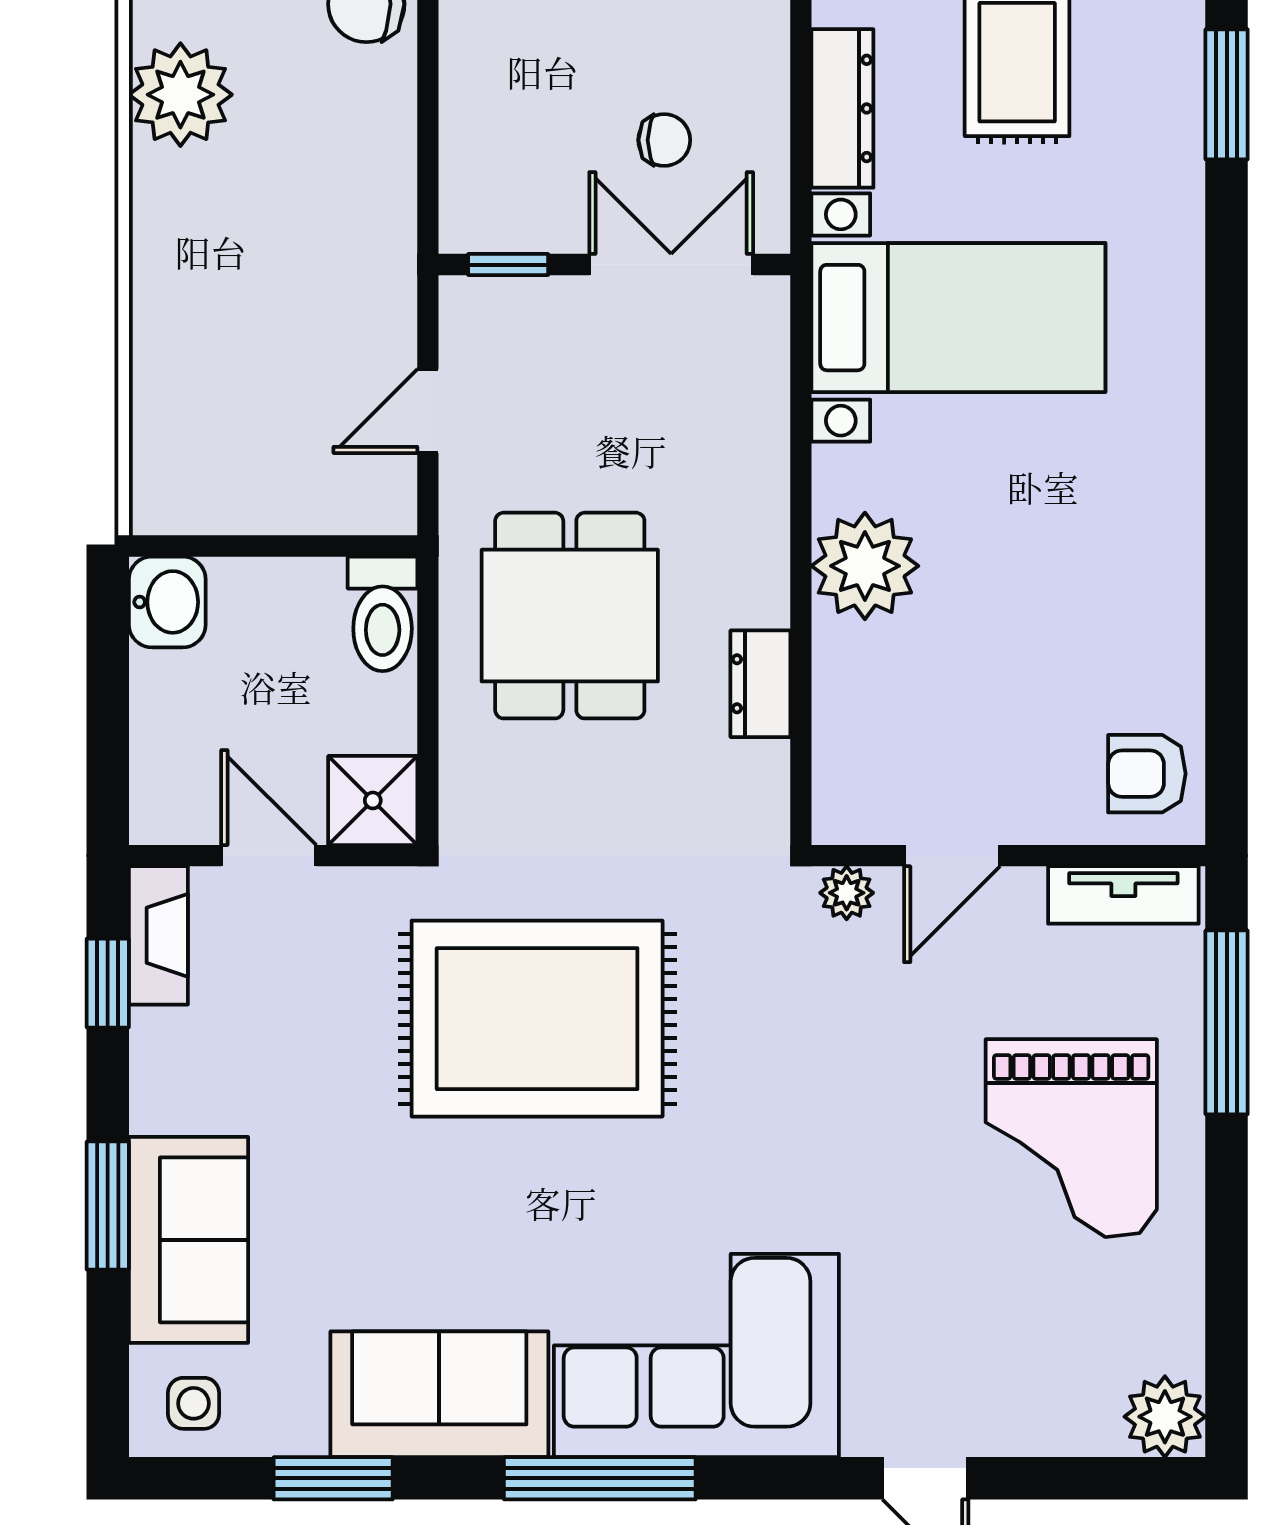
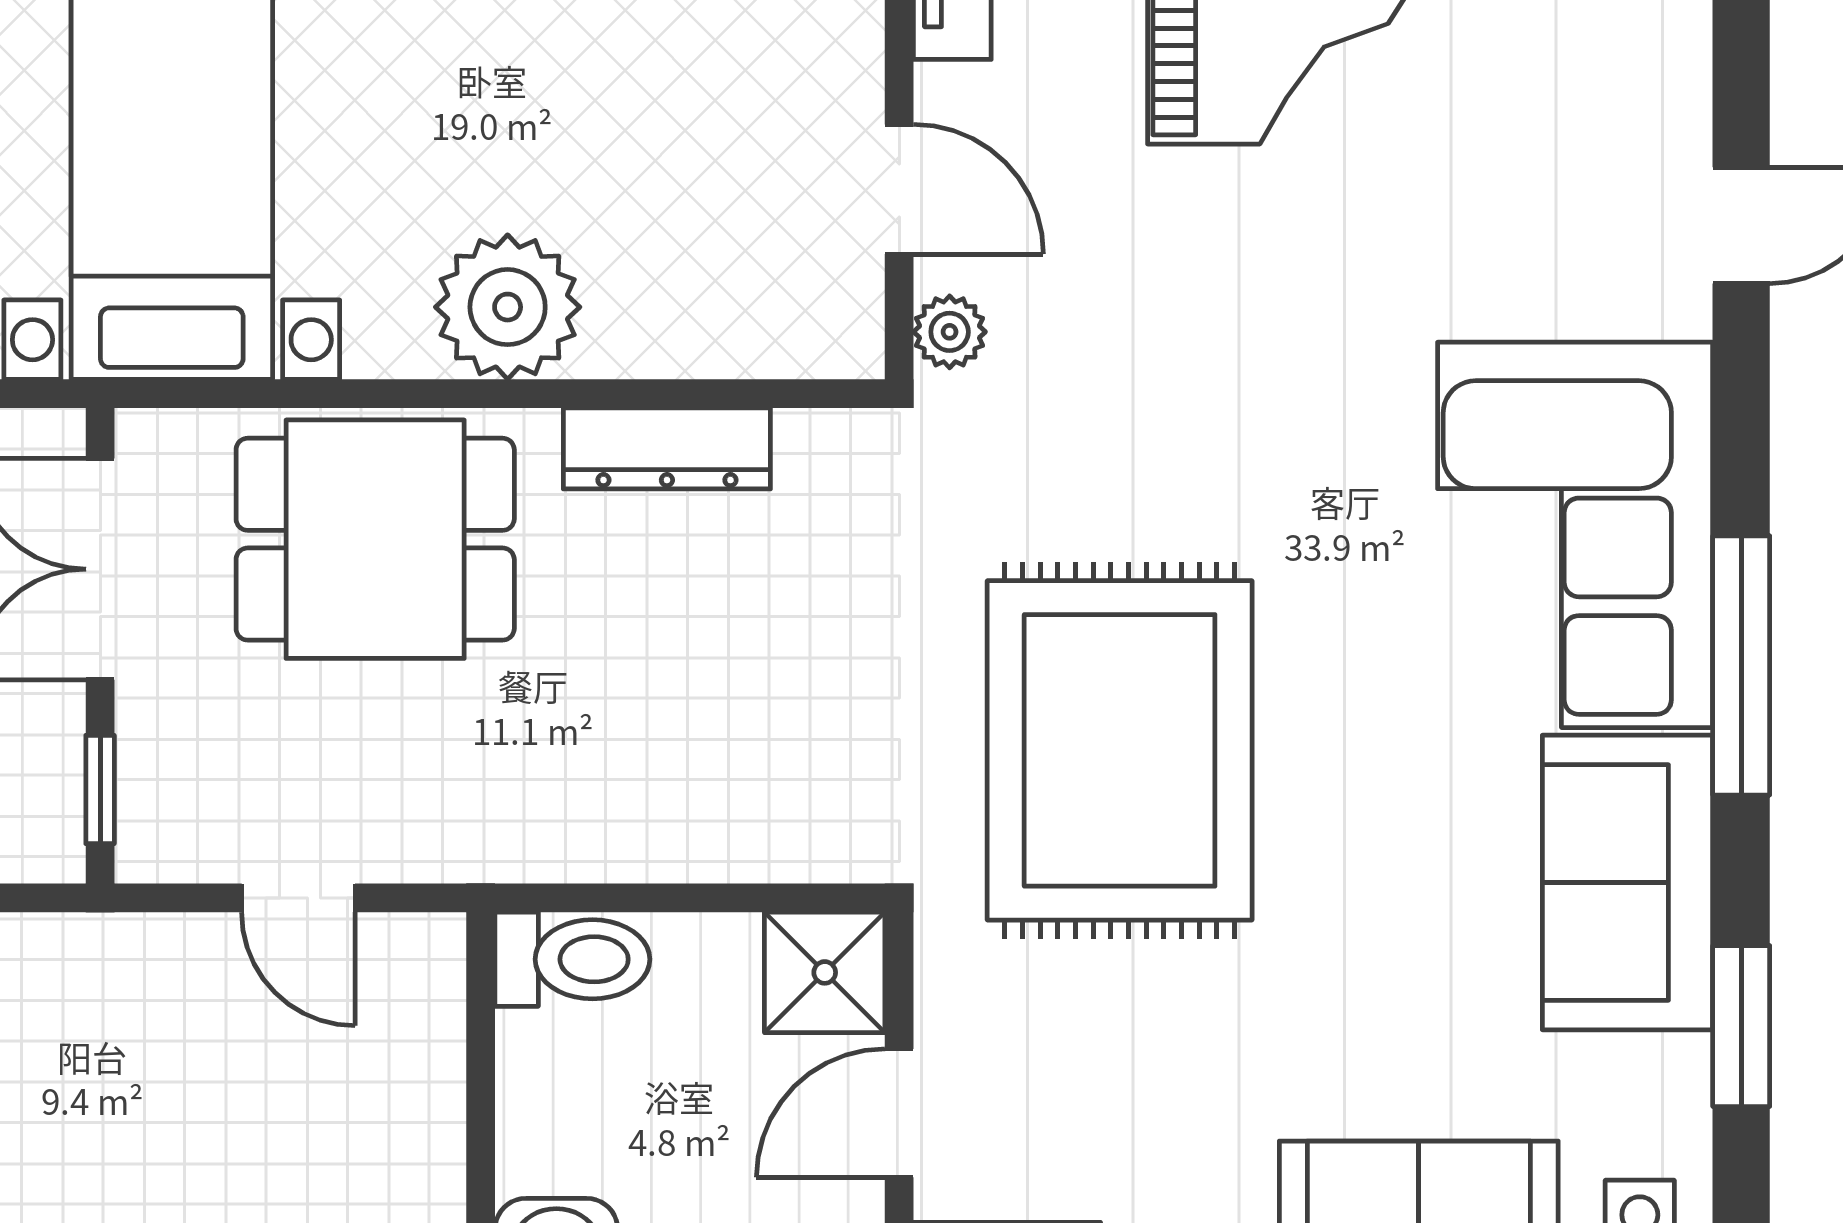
dining table: (570, 616) -> (375, 539), moved
dresser: (760, 684) -> (667, 448), width x1.44

